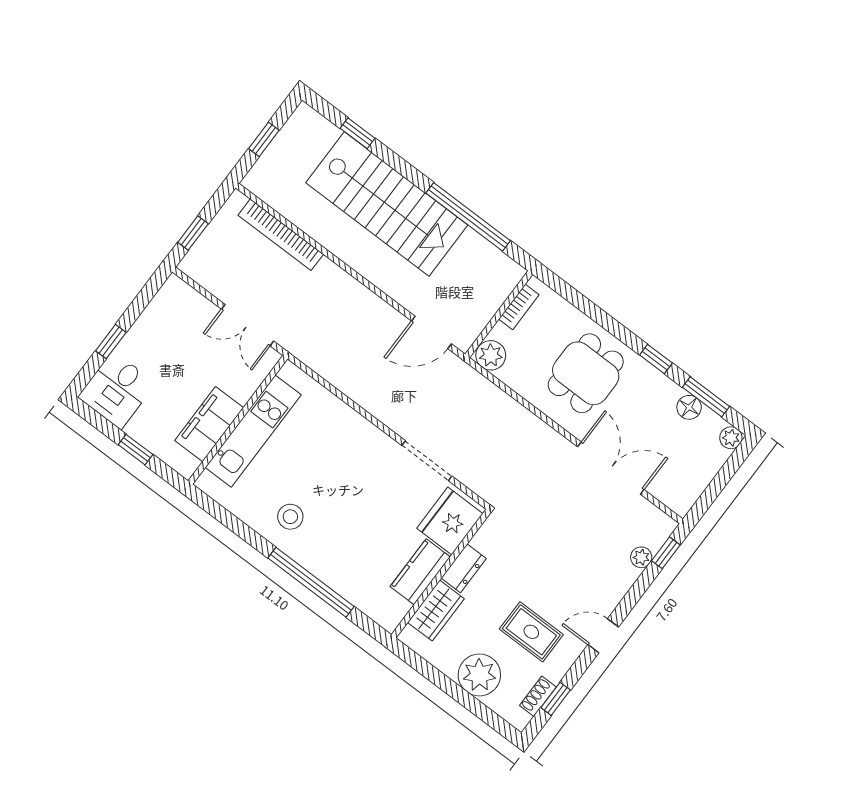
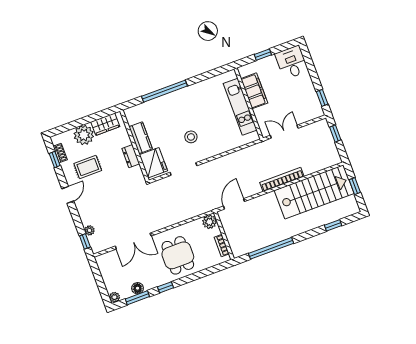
stairs: (387, 204) -> (314, 192), moved, turned 180
bookcase: (281, 235) -> (282, 179), moved
window: (111, 342) -> (322, 98), moved
stool: (290, 517) -> (191, 137), moved
wardrobe: (436, 611) -> (105, 124), moved, turned -90

